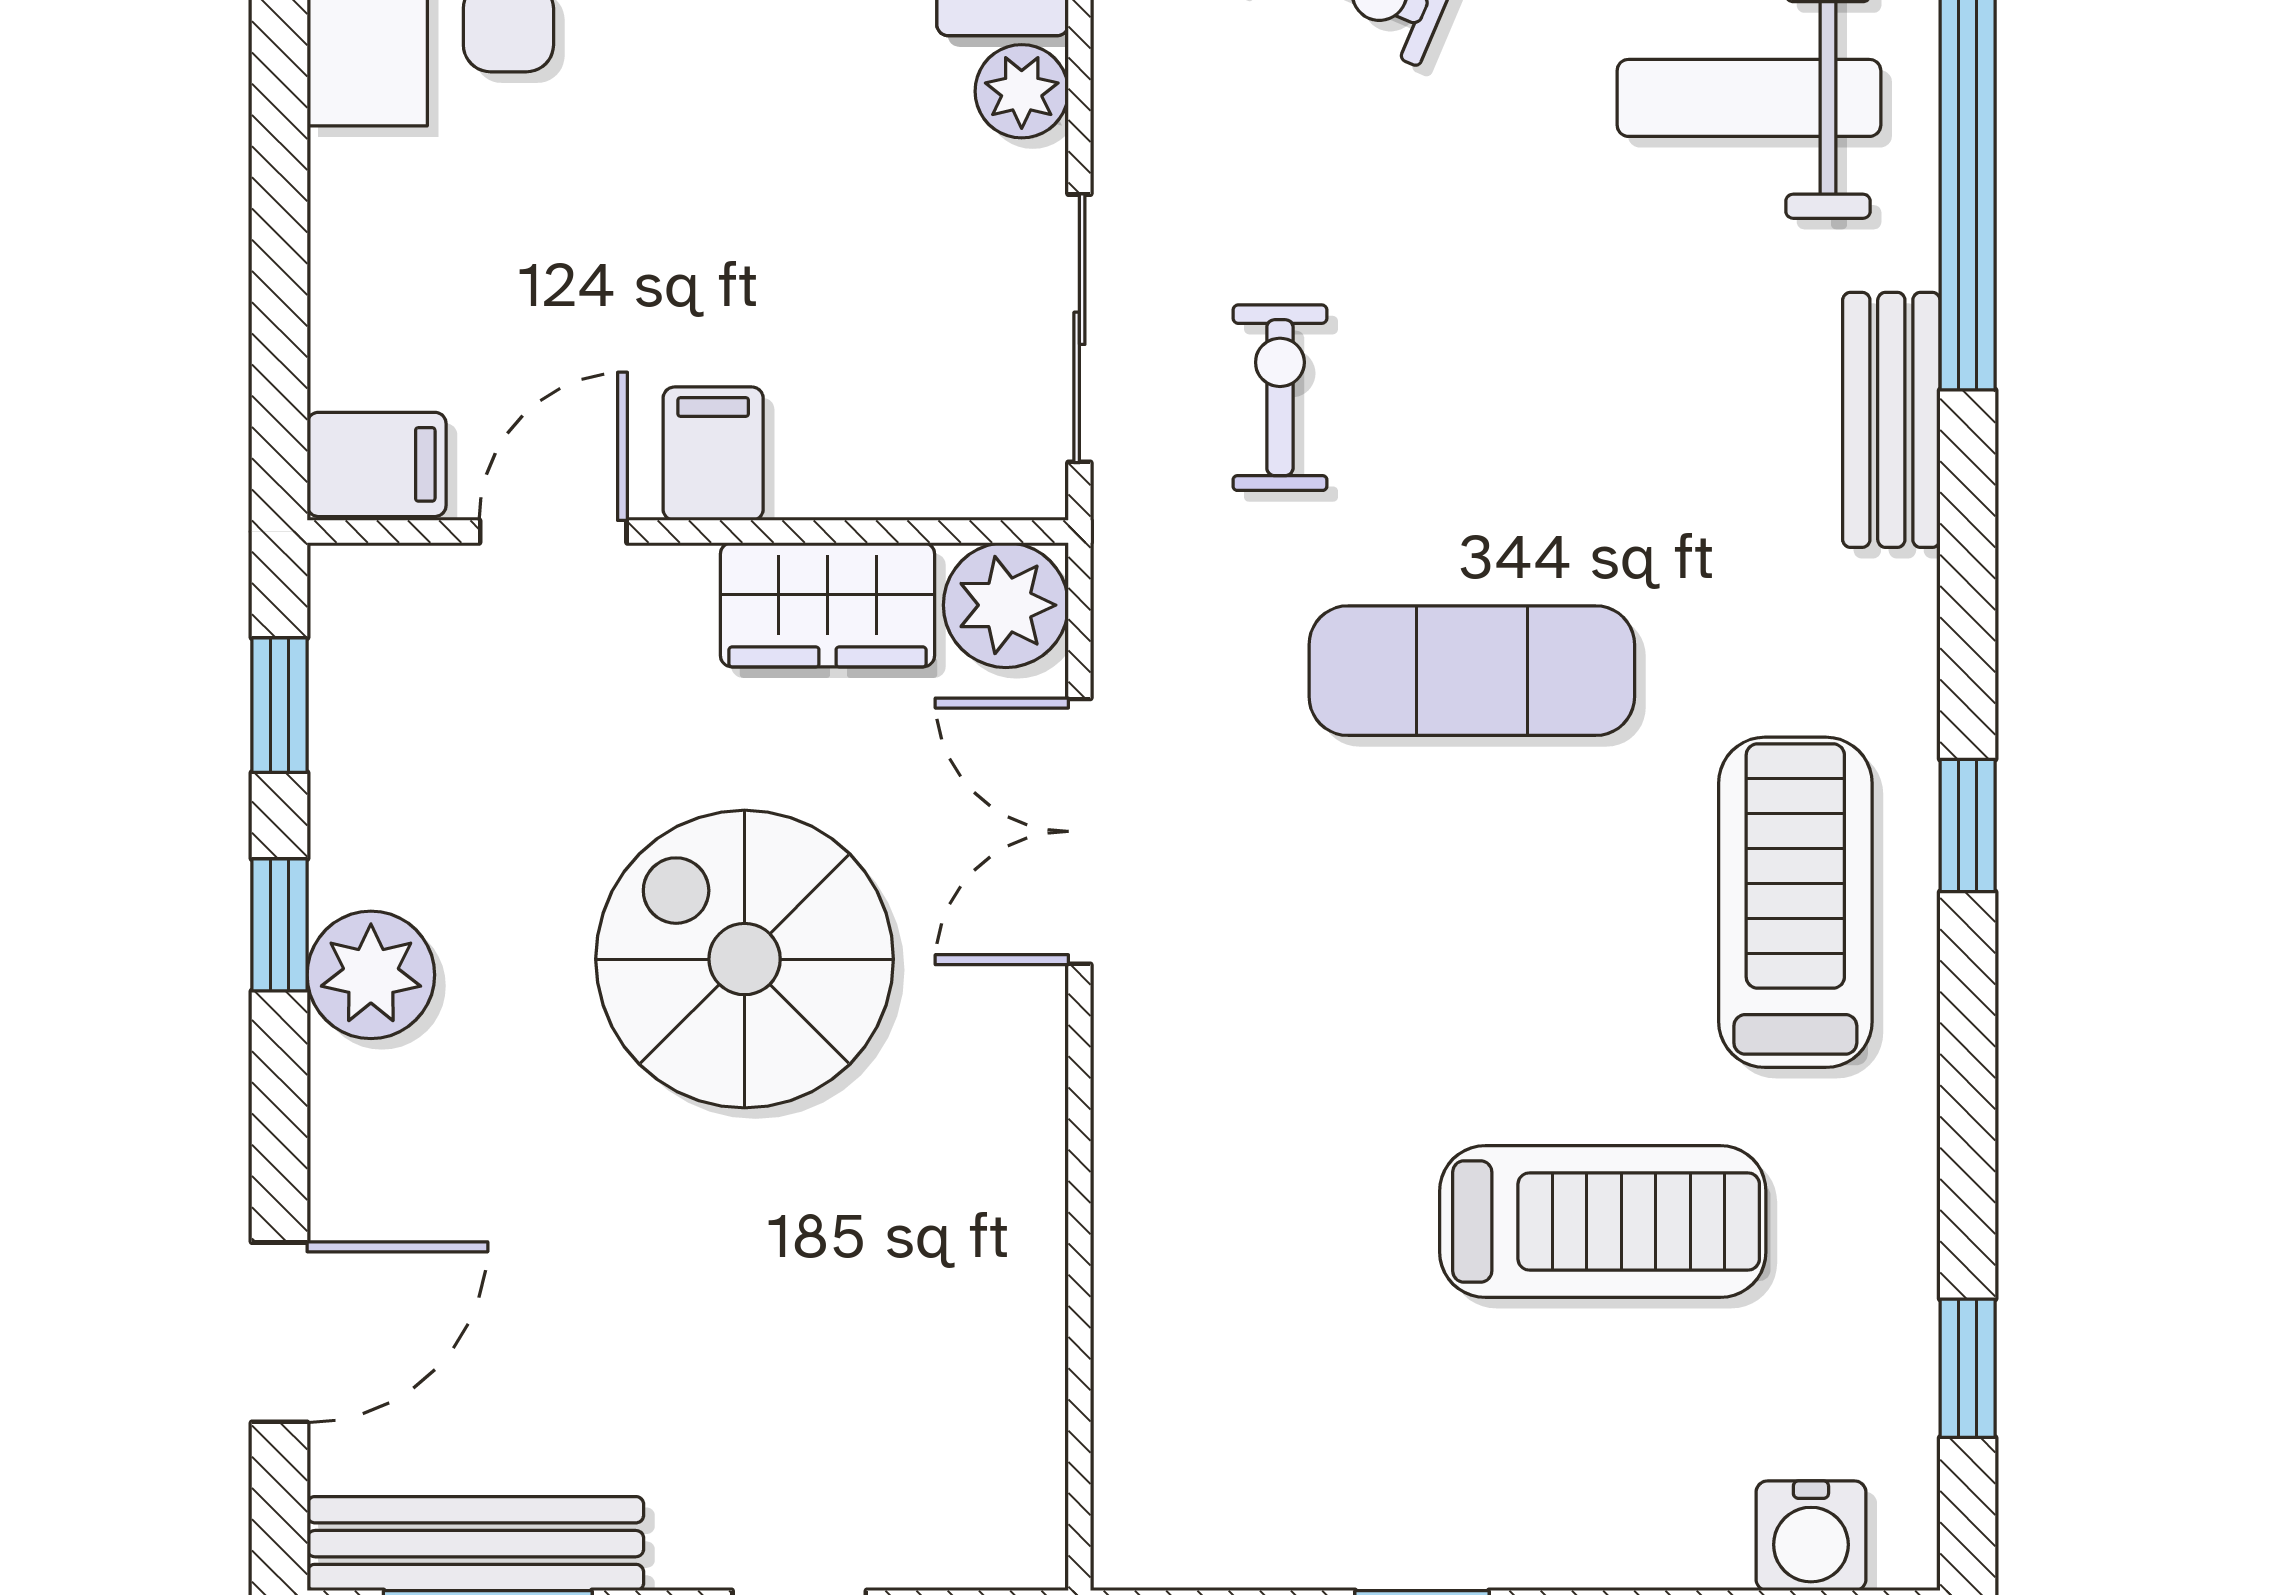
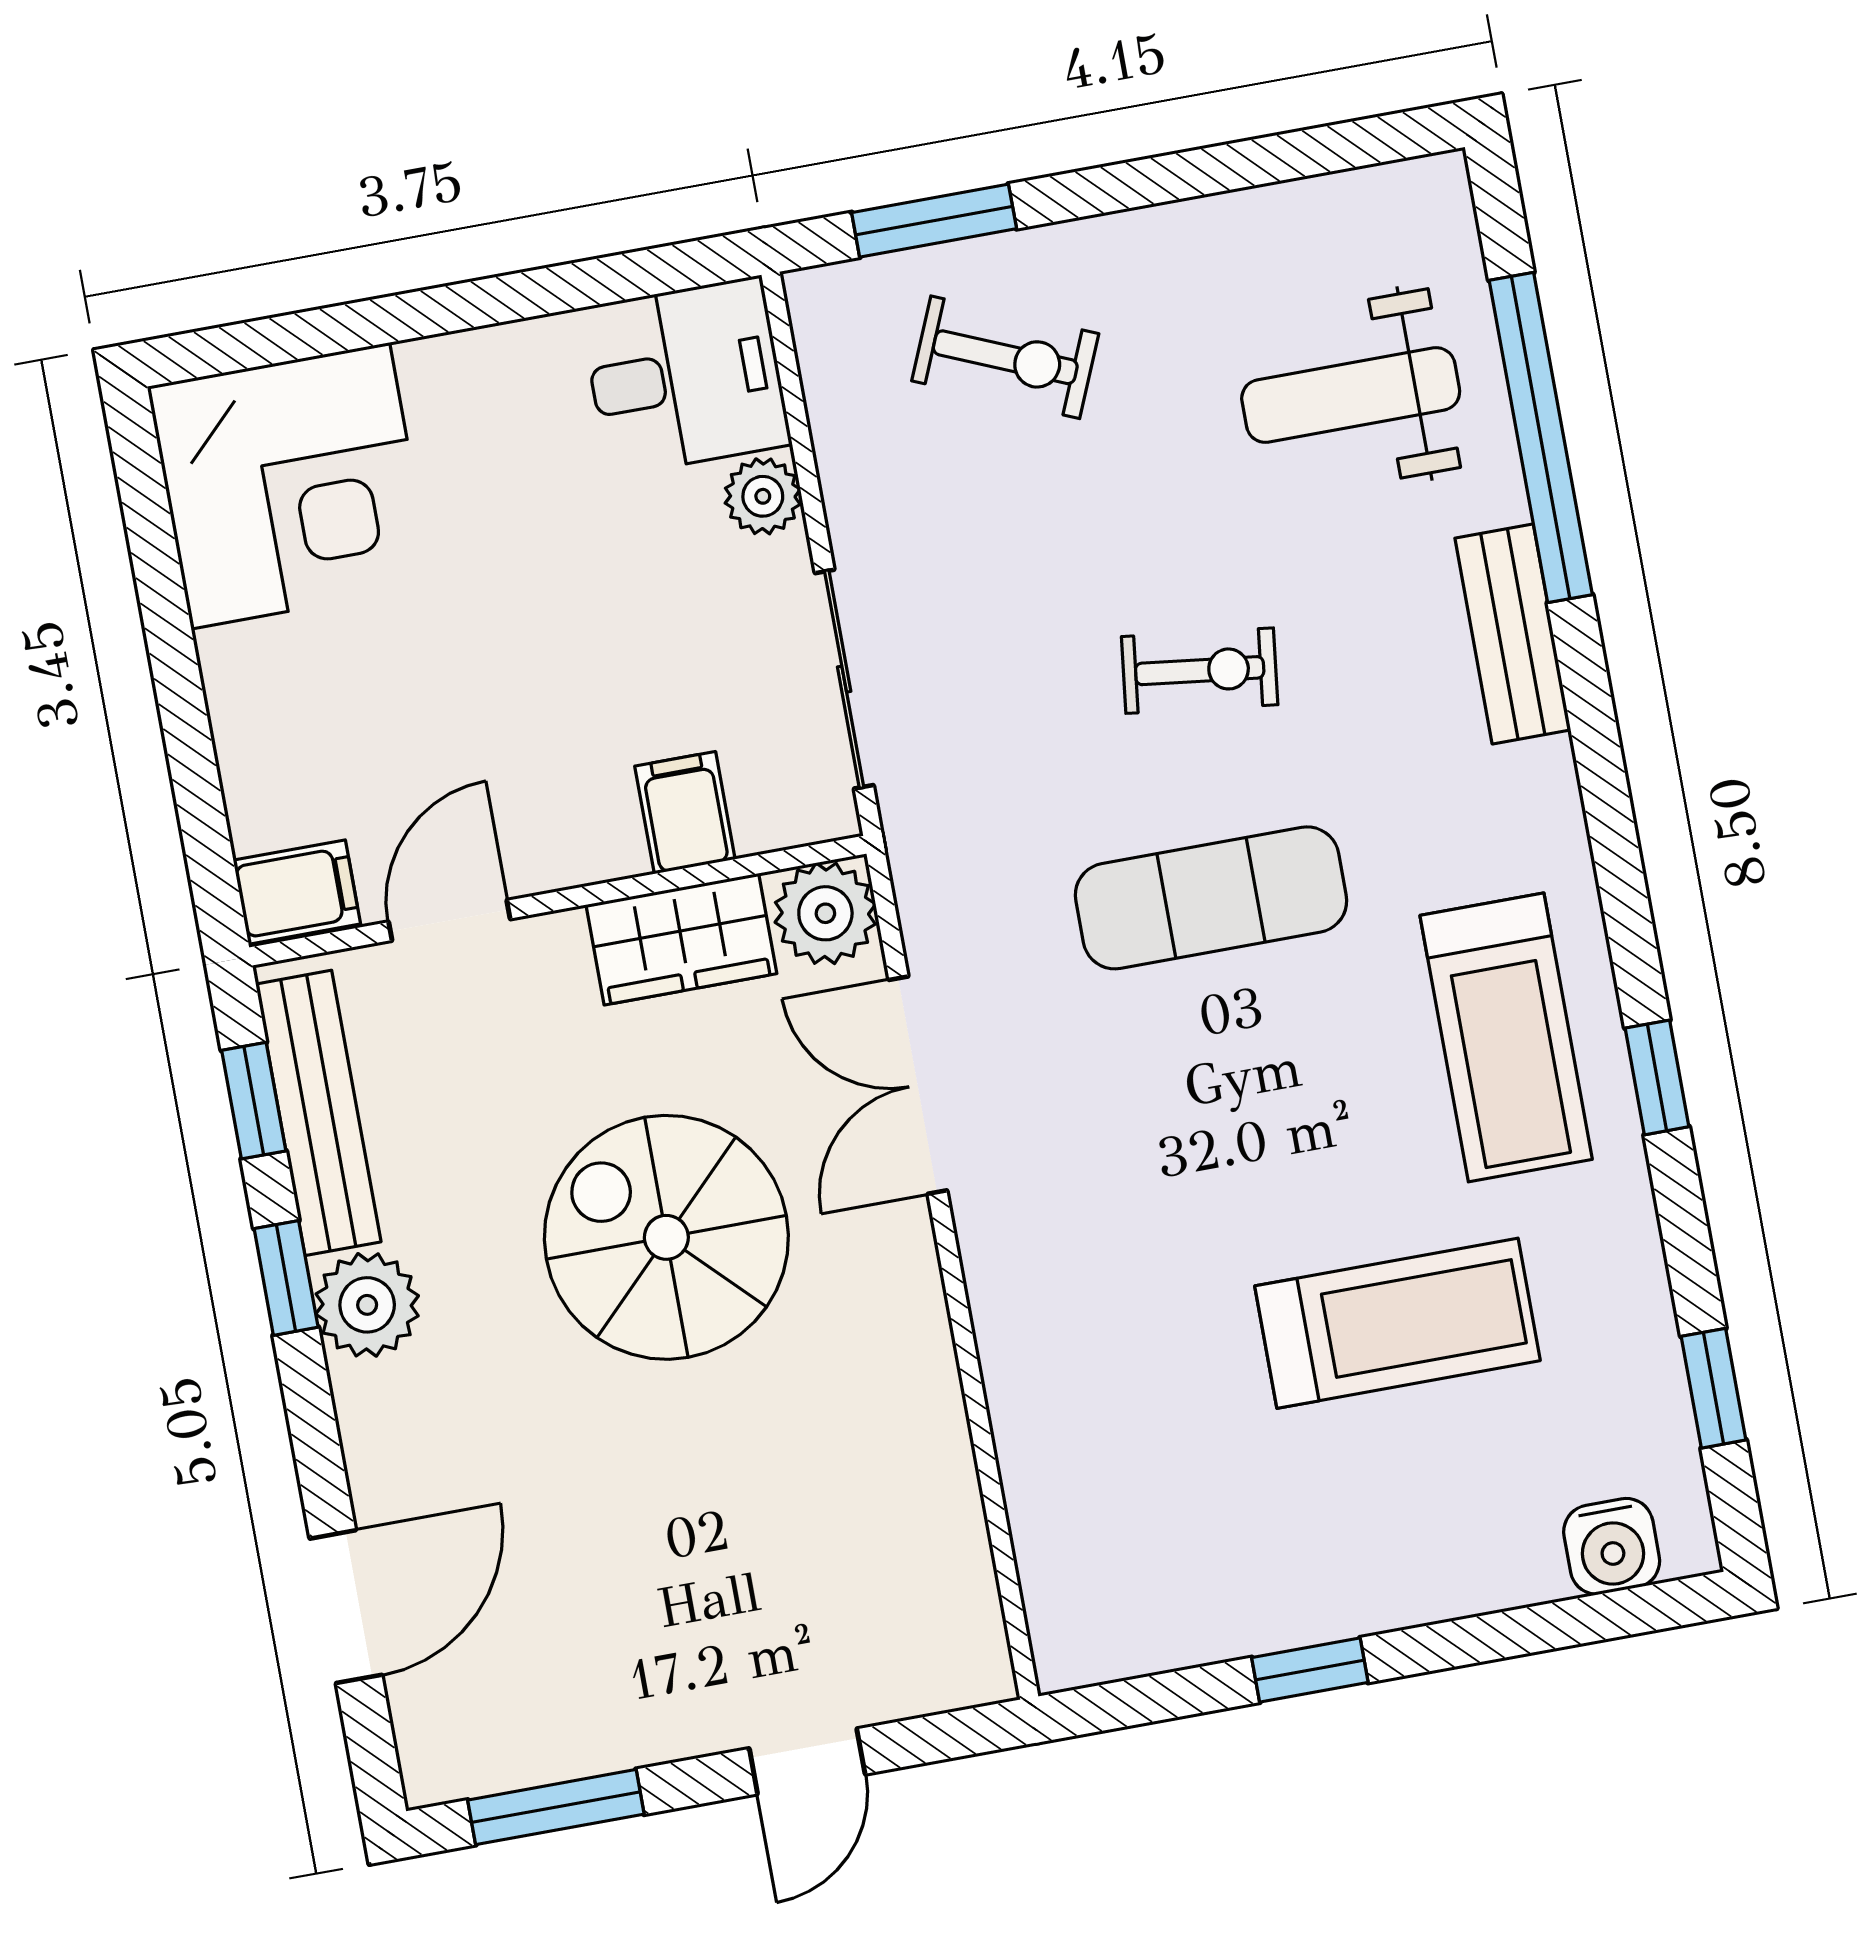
exercise bike: (1280, 398) -> (1200, 671), moved, turned 97
filing cabinet: (713, 454) -> (685, 813), moved
window: (1968, 825) -> (1657, 1077), moved
treadmill: (1795, 902) -> (1506, 1037), turned 180
bench: (475, 1544) -> (318, 1113), moved, turned 90

